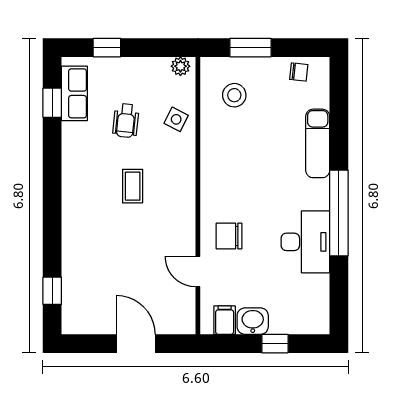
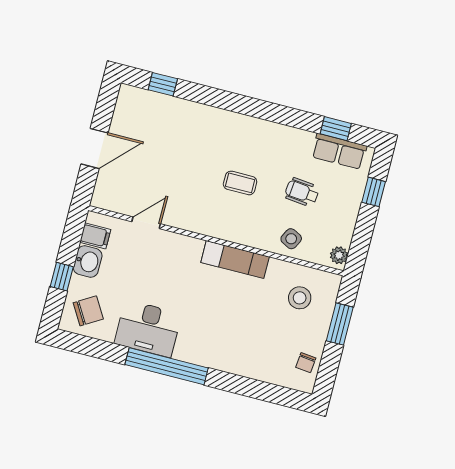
exam couch: (318, 143) -> (235, 260), moved, turned 180
chair: (229, 236) -> (88, 311), moved, turned 59

